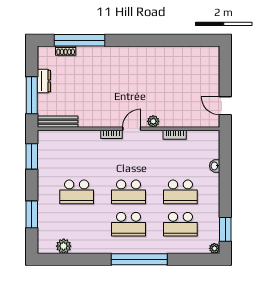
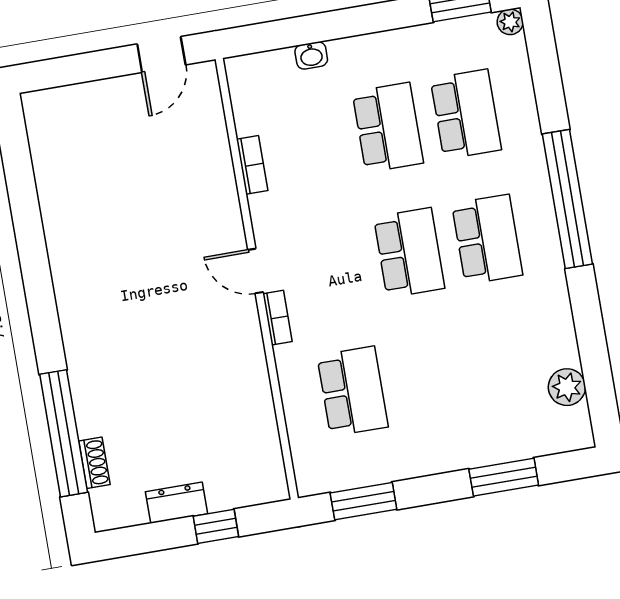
window: (32, 95) -> (216, 526), width x0.46
plant: (153, 121) -> (229, 222), removed
bench: (58, 122) -> (269, 453), removed
school desk: (77, 192) -> (353, 391), moved

